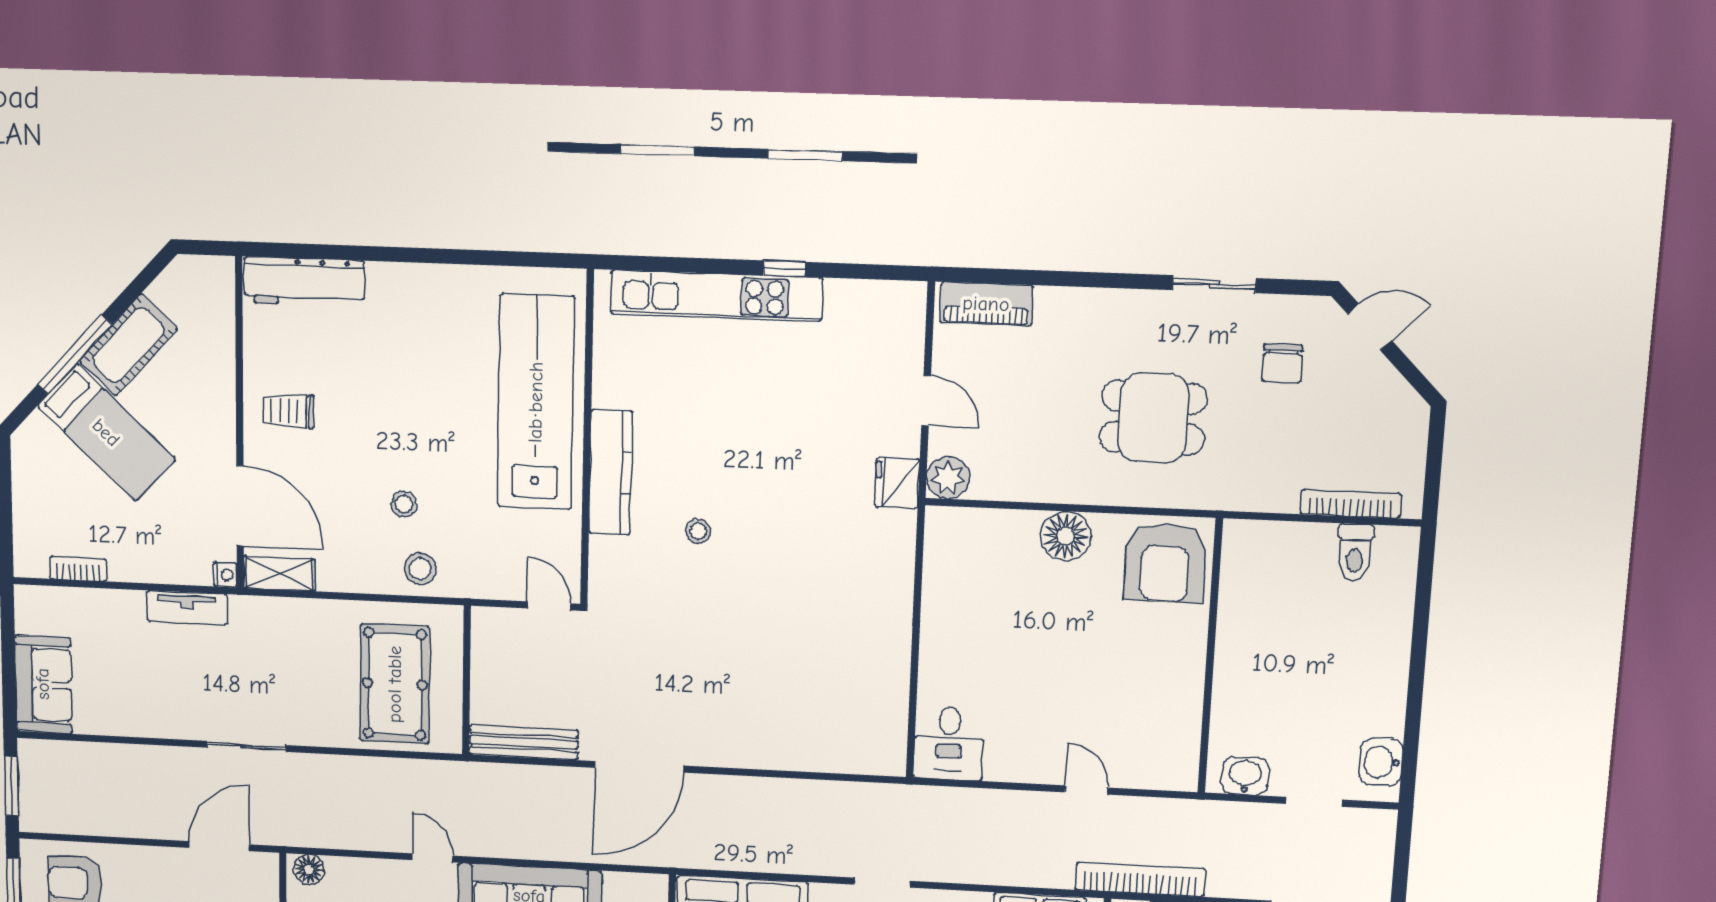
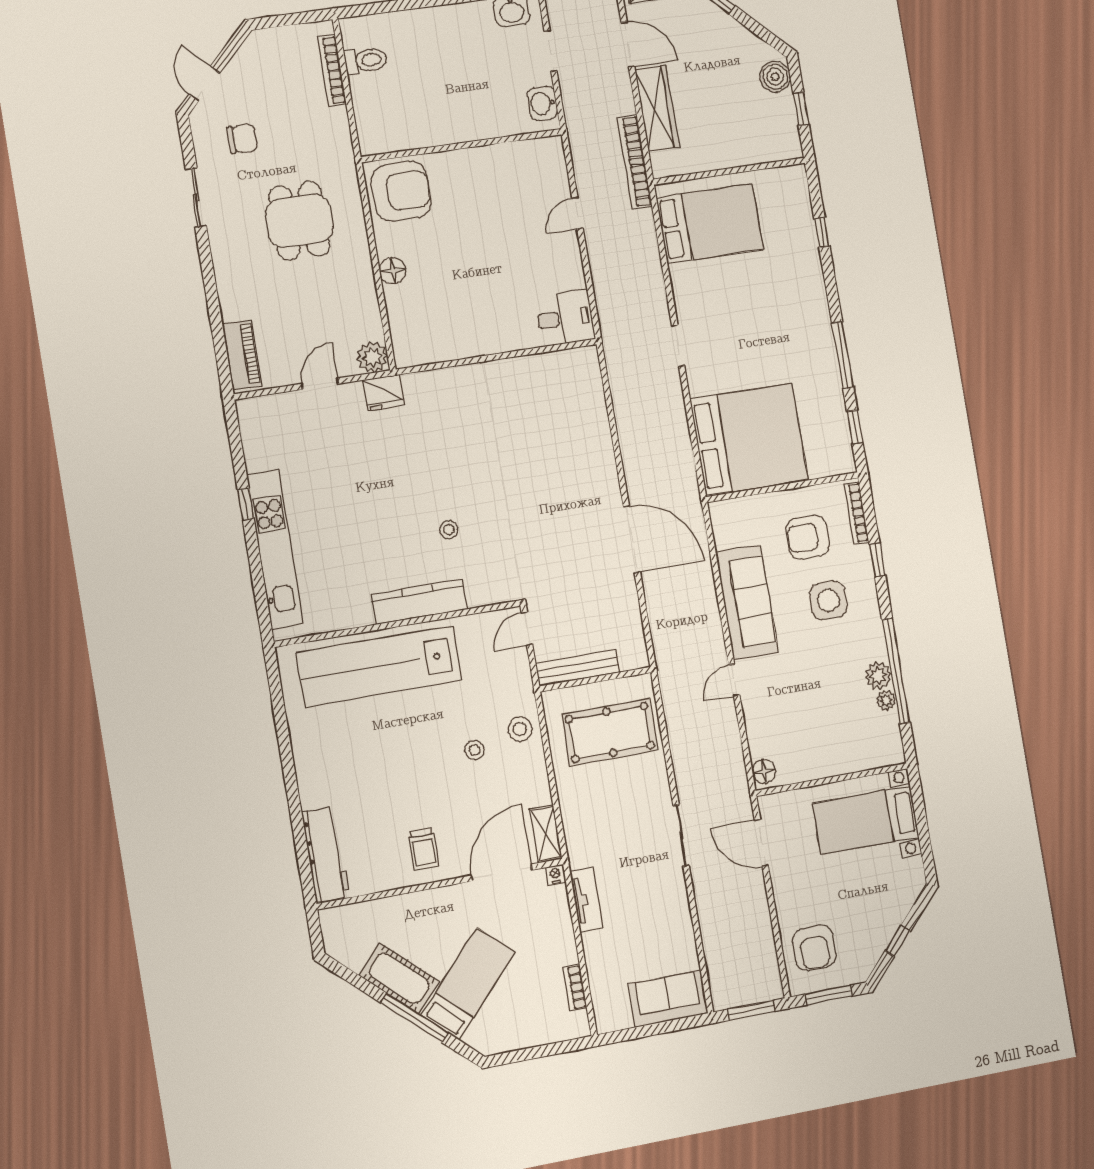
floor lamp: (1066, 536) -> (393, 271), width x0.73, depth x0.73
bench: (524, 742) -> (578, 668), moved, turned 90

